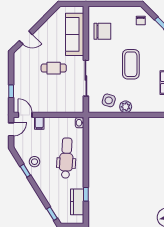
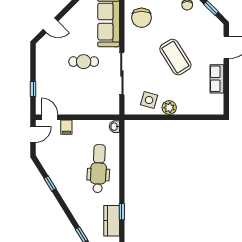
chair: (102, 31) -> (142, 18), turned 90
coffee table: (131, 64) -> (175, 57), turned -32
stool: (35, 162) -> (61, 173), removed

